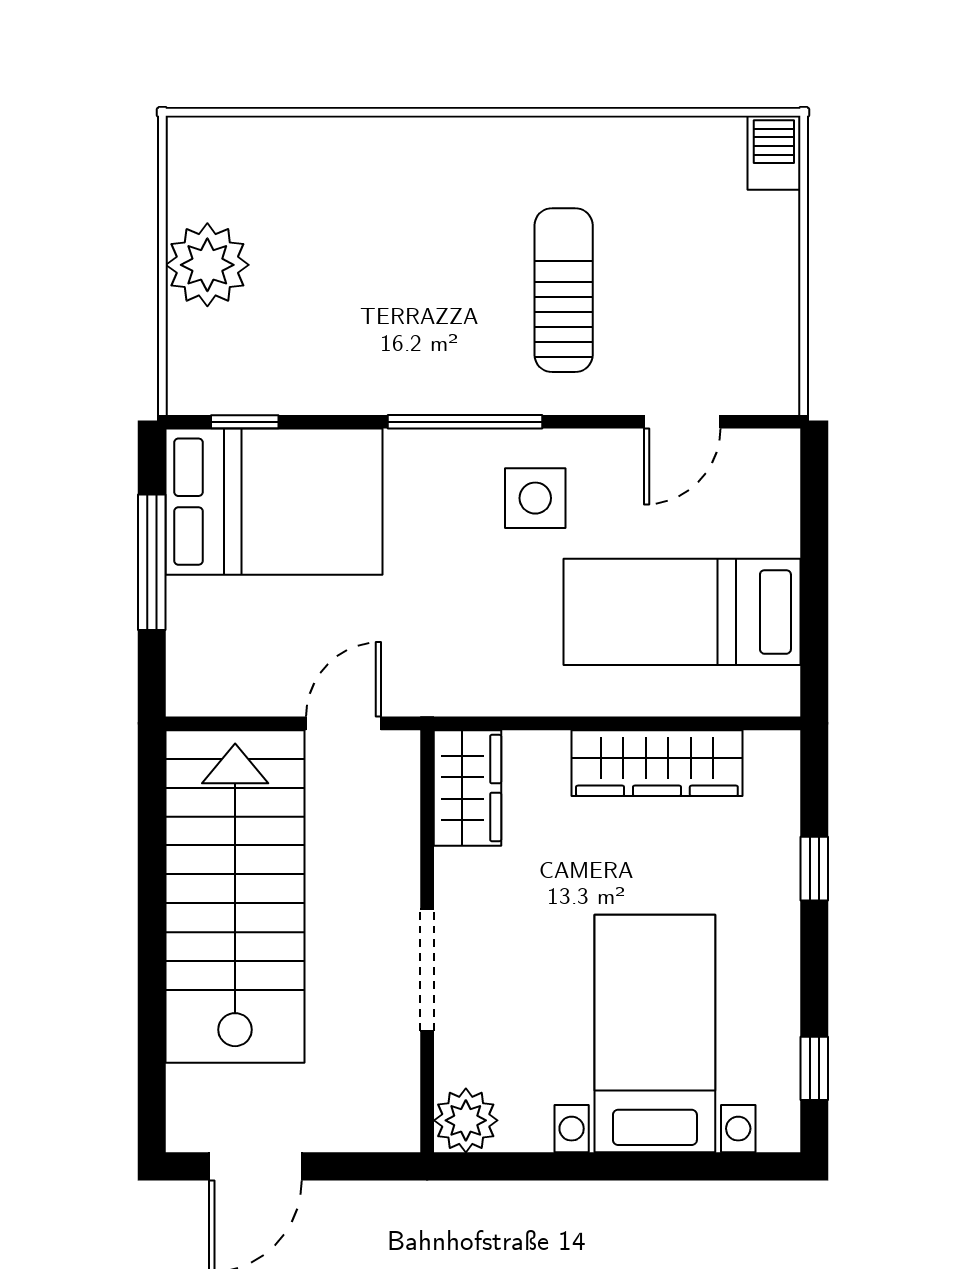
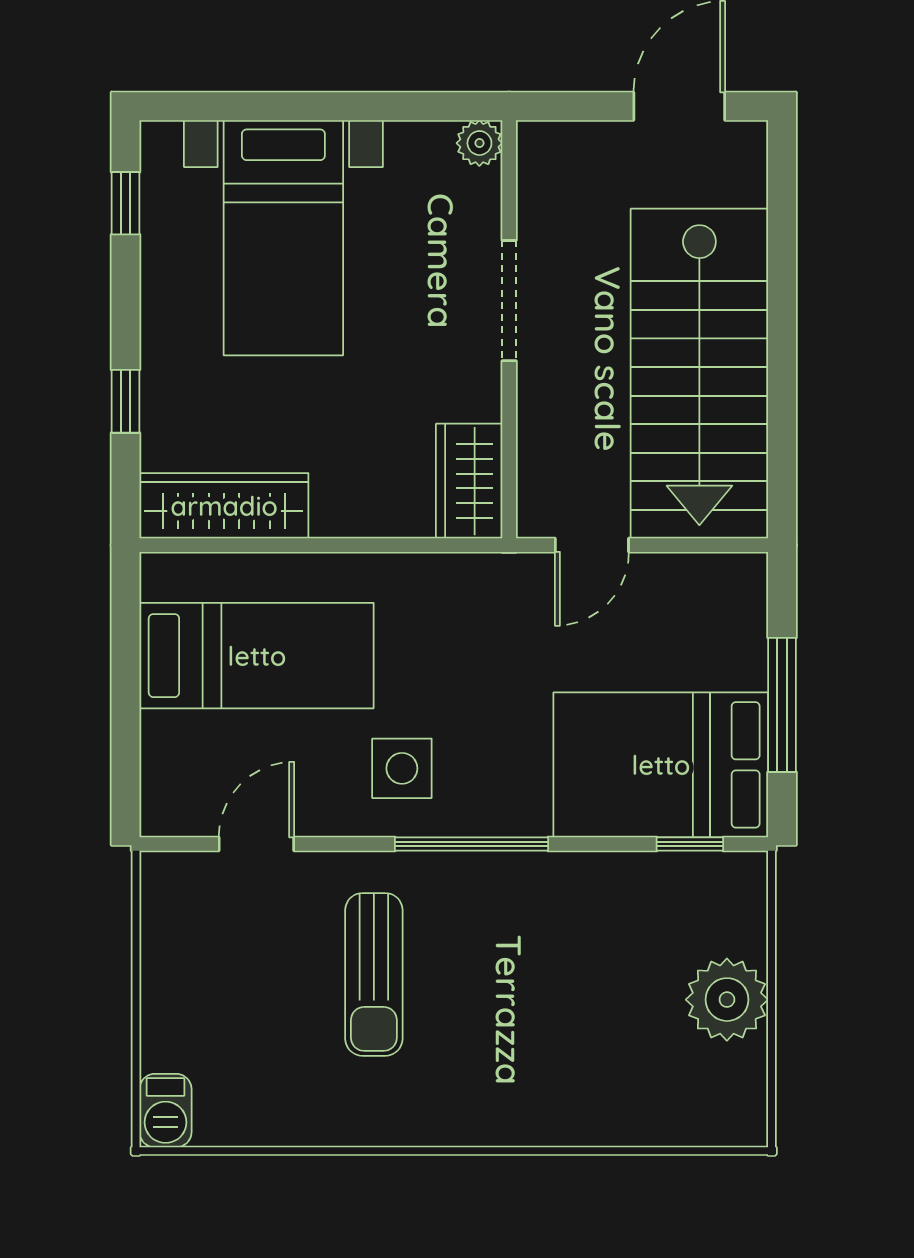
wardrobe: (657, 763) -> (224, 506), moved
plant: (466, 1120) -> (479, 143), width x0.73, depth x0.73

